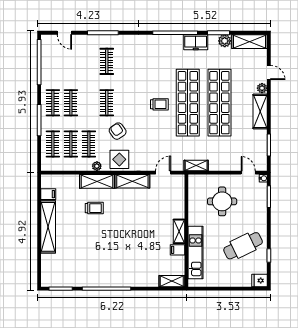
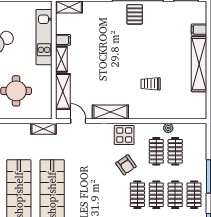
trolley: (159, 104) -> (82, 193), removed
clothes rail: (53, 144) -> (156, 195), moved
plant: (97, 166) -> (168, 128), moved
door: (163, 173) -> (78, 121), swing flipped
shelving: (97, 181) -> (63, 91), moved, turned 90
filing cabinet: (48, 194) -> (199, 30), moved
pallet: (109, 274) -> (135, 14), added

